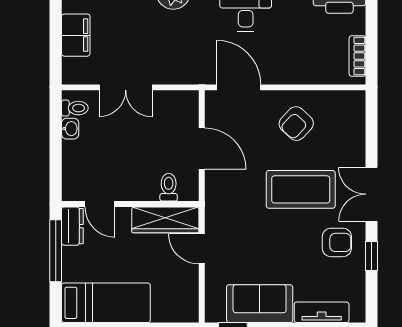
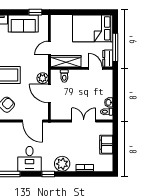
plant: (217, 182) -> (43, 78), added
door: (202, 249) -> (49, 48), swing flipped
bed: (106, 303) -> (93, 28), width x1.50

